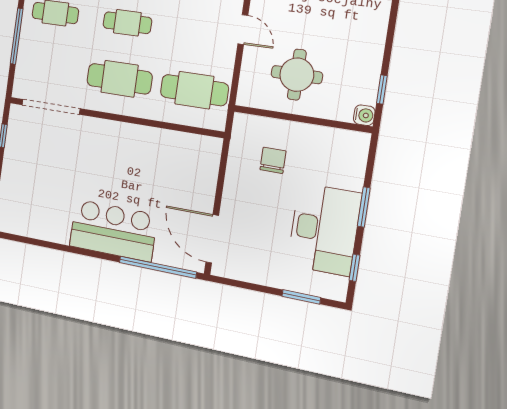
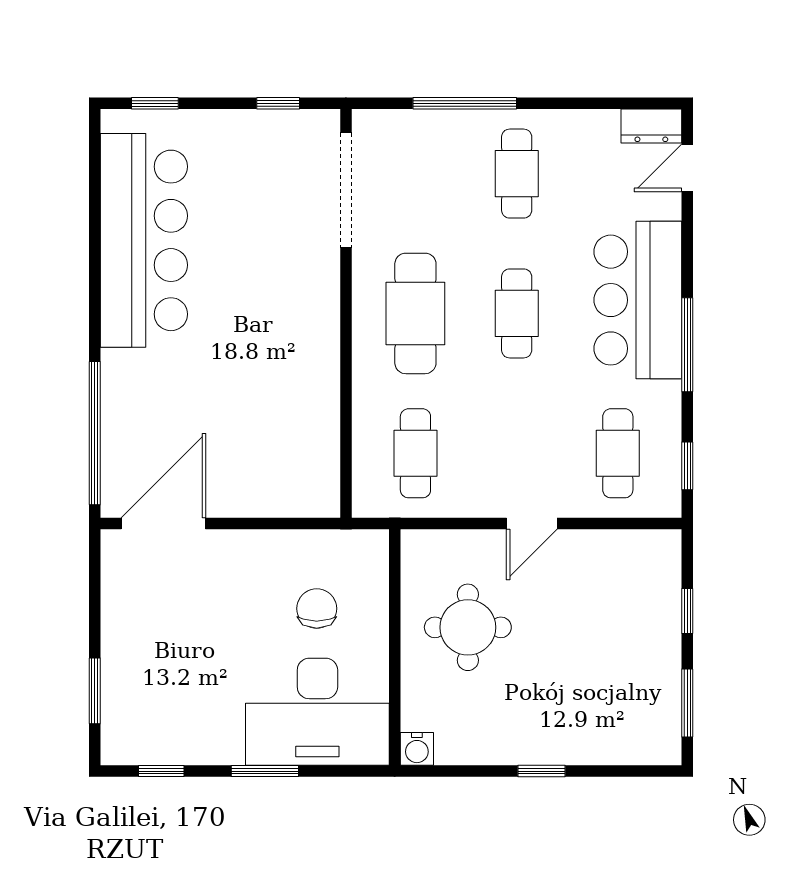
cafe table: (194, 90) -> (415, 453), width x0.73, depth x0.74
window: (382, 90) -> (542, 771), moved
chair: (273, 160) -> (317, 609), turned -90
desk: (324, 229) -> (317, 712), moved
bar counter: (113, 230) -> (144, 240), moved, width x1.36

